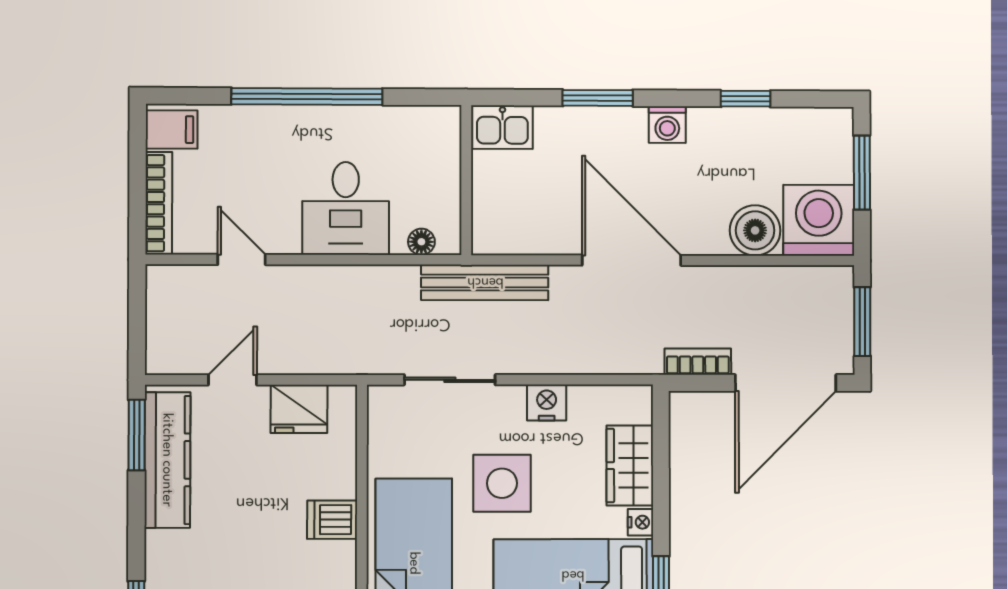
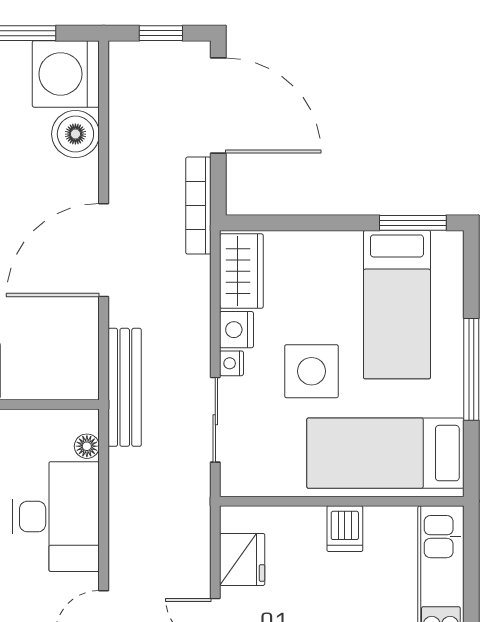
desk: (346, 208) -> (56, 517), width x1.37
window: (862, 322) -> (161, 33), width x0.67
bookcase: (698, 362) -> (198, 206), width x1.56
wardrobe: (630, 466) -> (241, 271), moved, turned -90
nightstand: (640, 522) -> (232, 363), moved, turned -90

